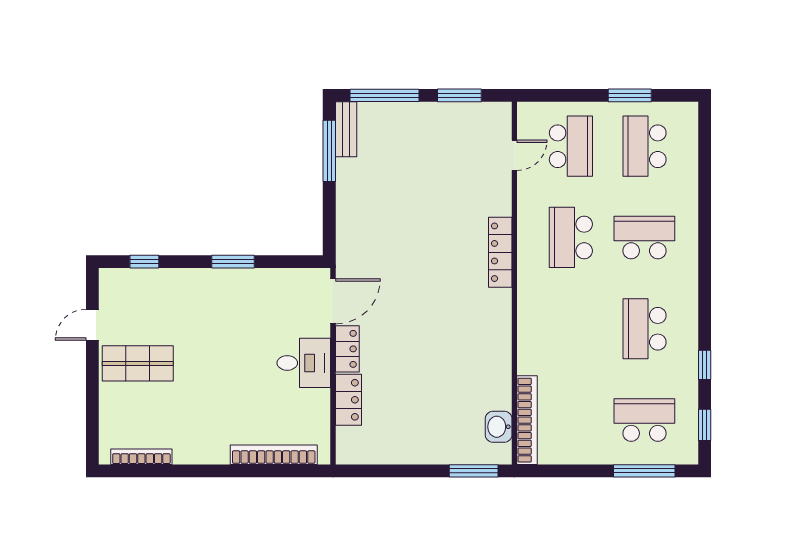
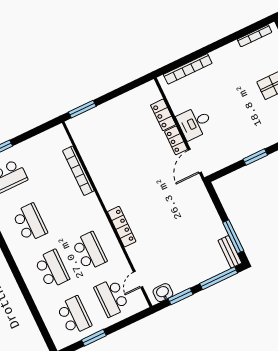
school desk: (644, 237) -> (52, 269), turned -90
bookcase: (527, 420) -> (78, 171), moved
washbasin: (499, 427) -> (163, 293), moved, turned -90

